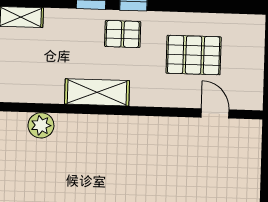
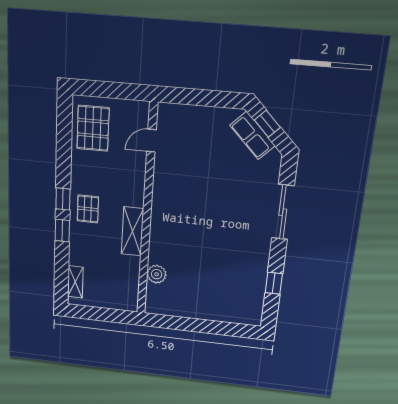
pallet: (194, 55) -> (93, 128), moved

